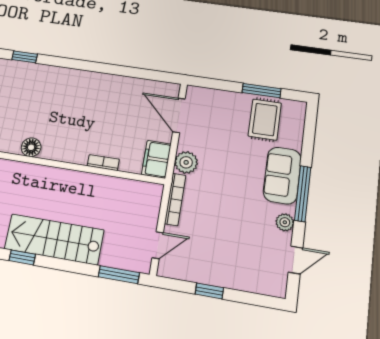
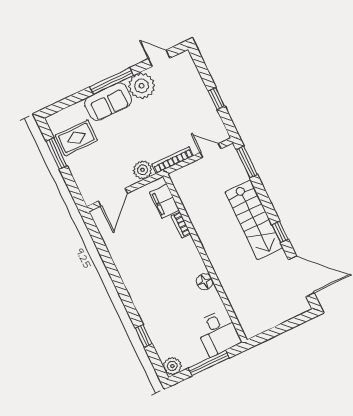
filing cabinet: (156, 159) -> (164, 201), moved, turned 90
plant: (285, 222) -> (142, 86), width x1.88, depth x1.88

